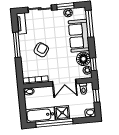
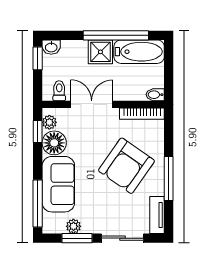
armchair: (41, 50) -> (126, 166), width x1.88, depth x1.88
window: (96, 96) -> (38, 58), moved

